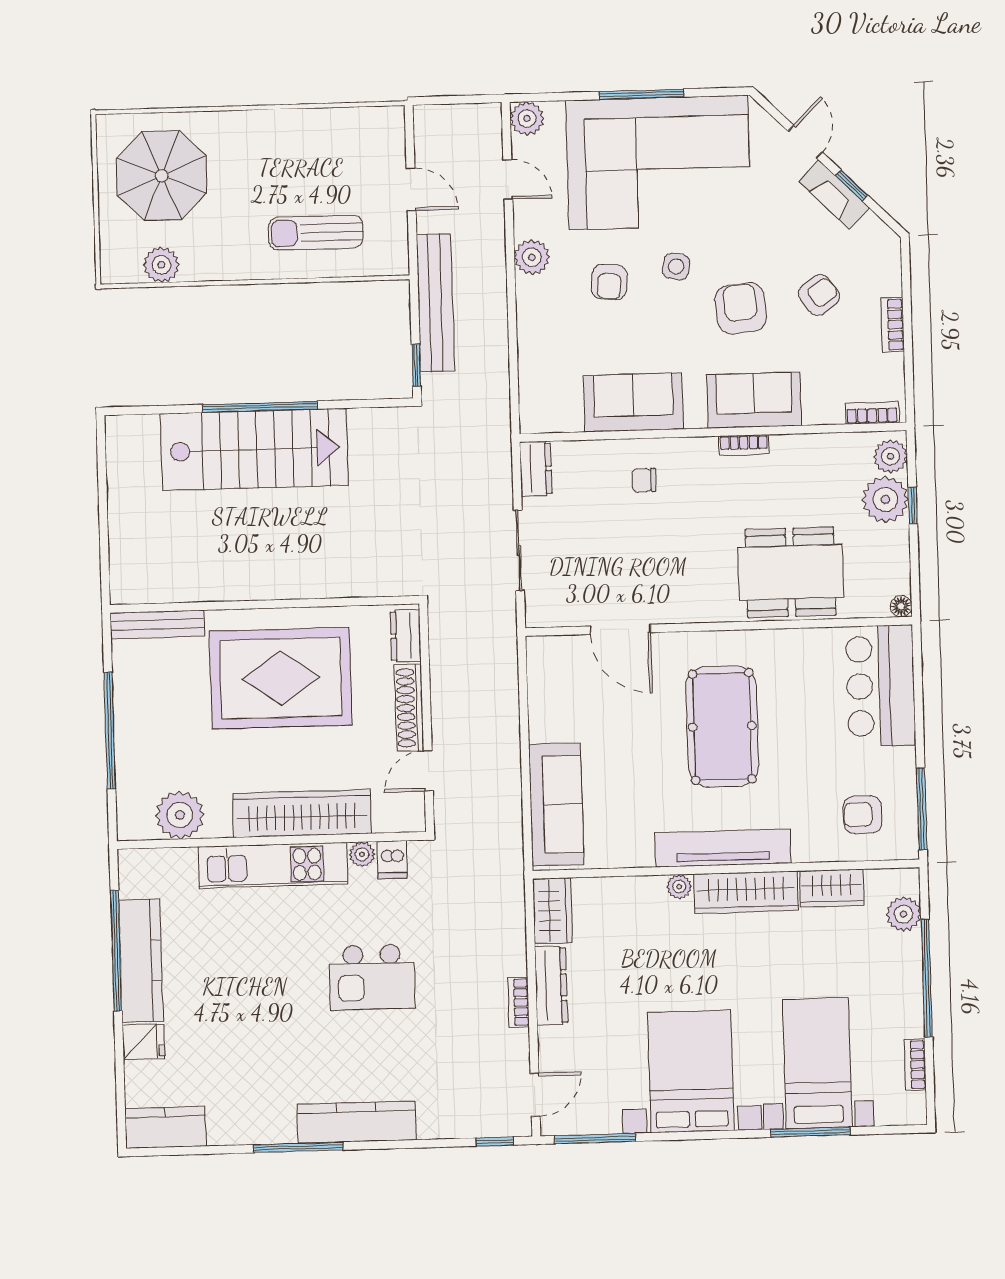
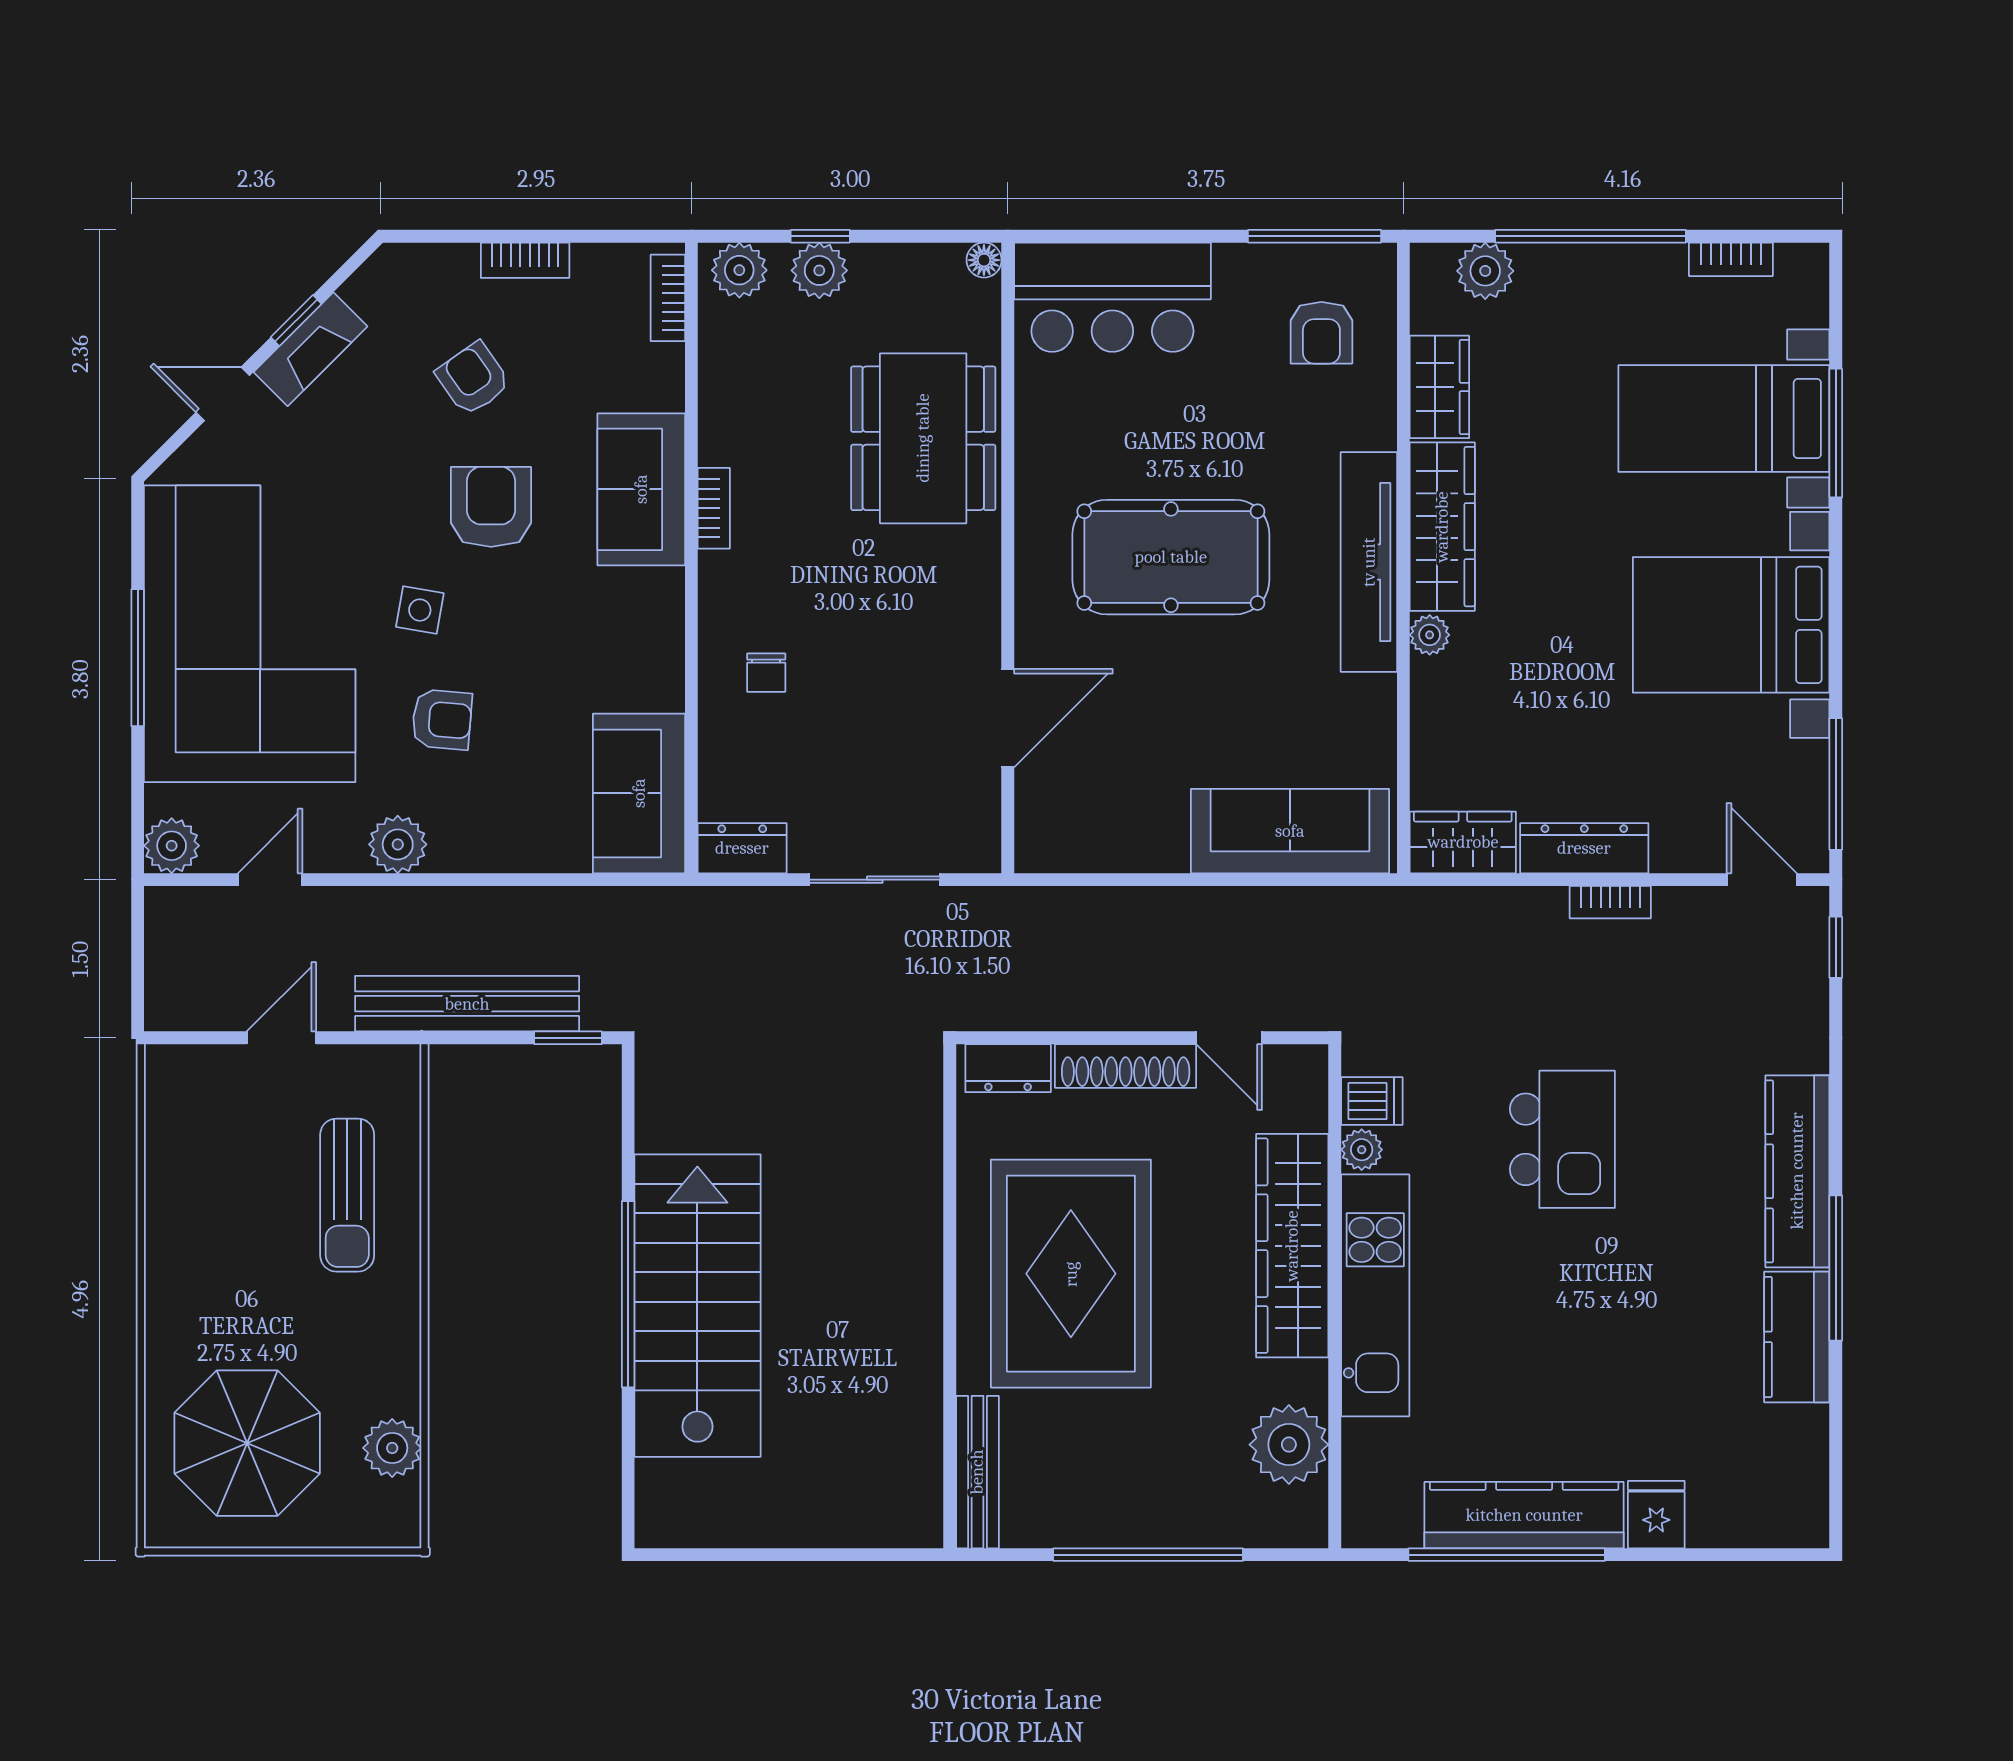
armchair: (741, 308) -> (491, 507), turned 96
sofa: (633, 402) -> (639, 793), moved
plant: (885, 499) -> (819, 270), width x0.73, depth x0.73
kitchen counter: (165, 1127) -> (1797, 1337), moved

